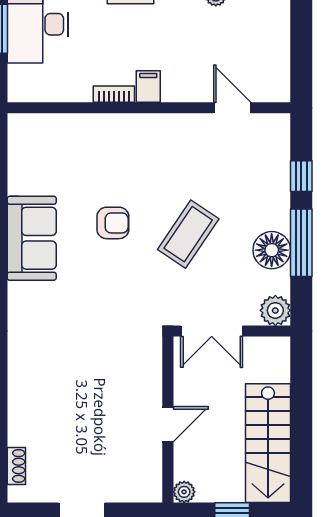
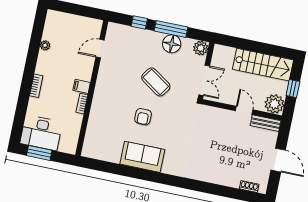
armchair: (113, 223) -> (143, 117), turned 180
bench: (151, 473) -> (265, 123), added
plant: (184, 492) -> (274, 104), width x1.88, depth x1.88

